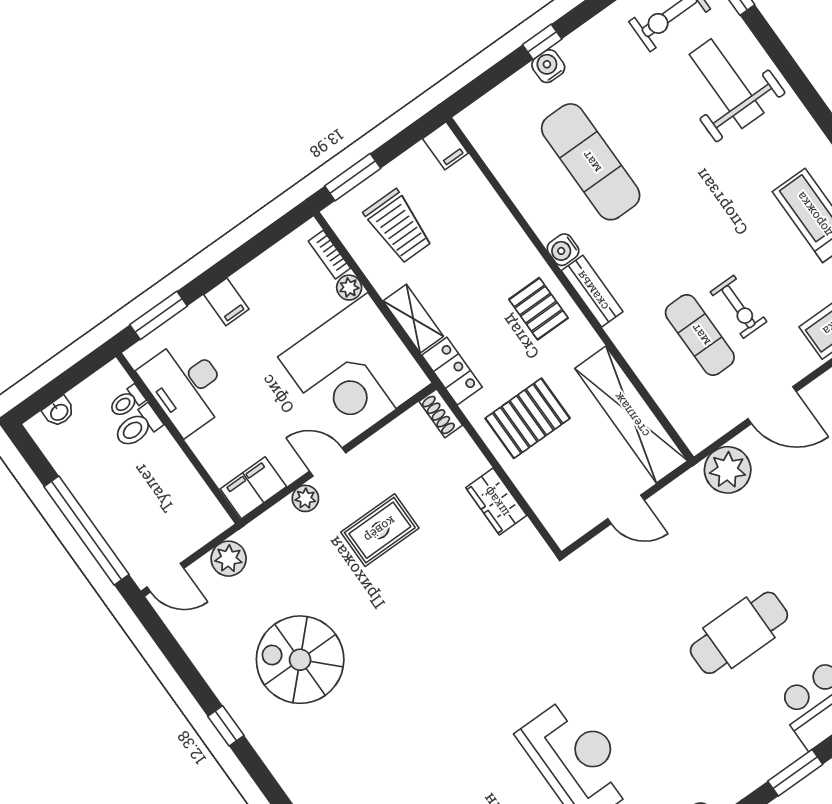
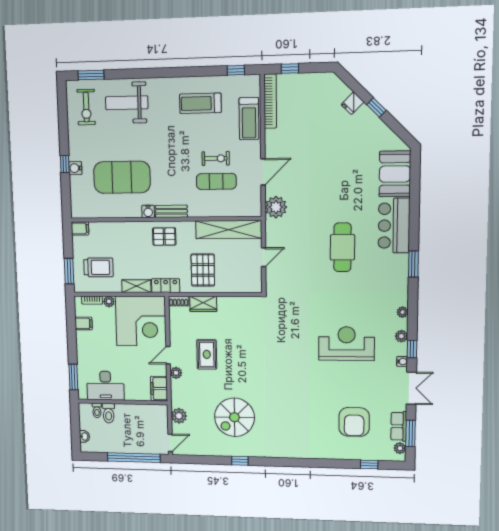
exercise mat: (591, 162) -> (122, 177), width x1.47
filing cabinet: (226, 302) -> (84, 323), moved
wardrobe: (496, 502) -> (203, 304), moved

